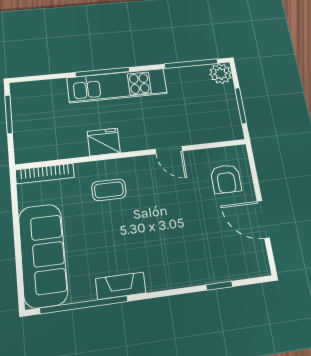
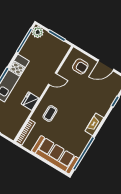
fireplace: (121, 286) -> (94, 124), moved

